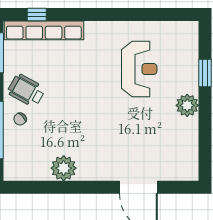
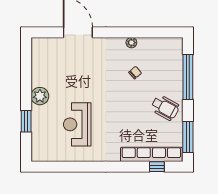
chair: (20, 119) -> (135, 73), moved
plant: (64, 168) -> (131, 43), width x0.53, depth x0.53

